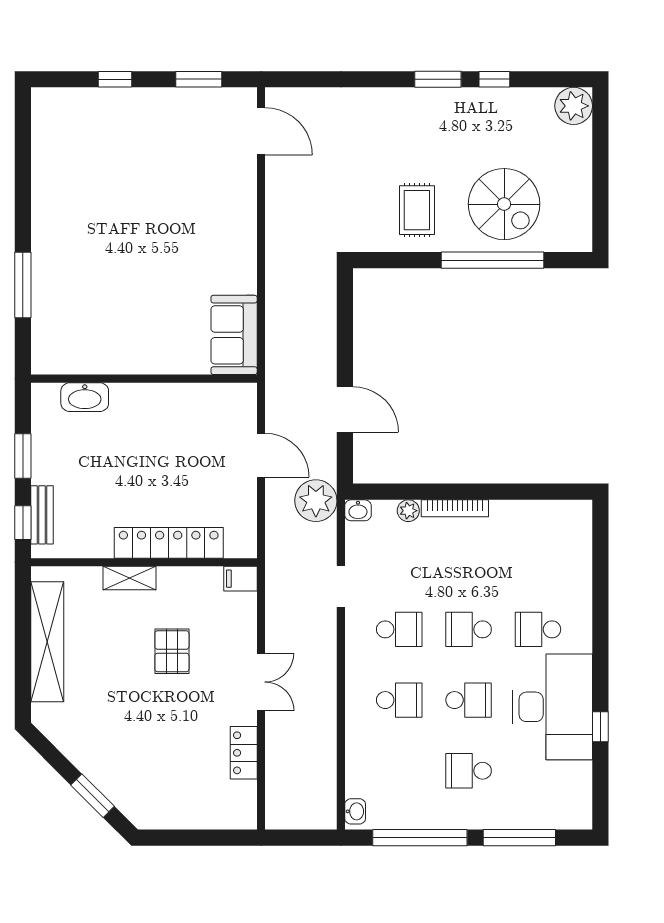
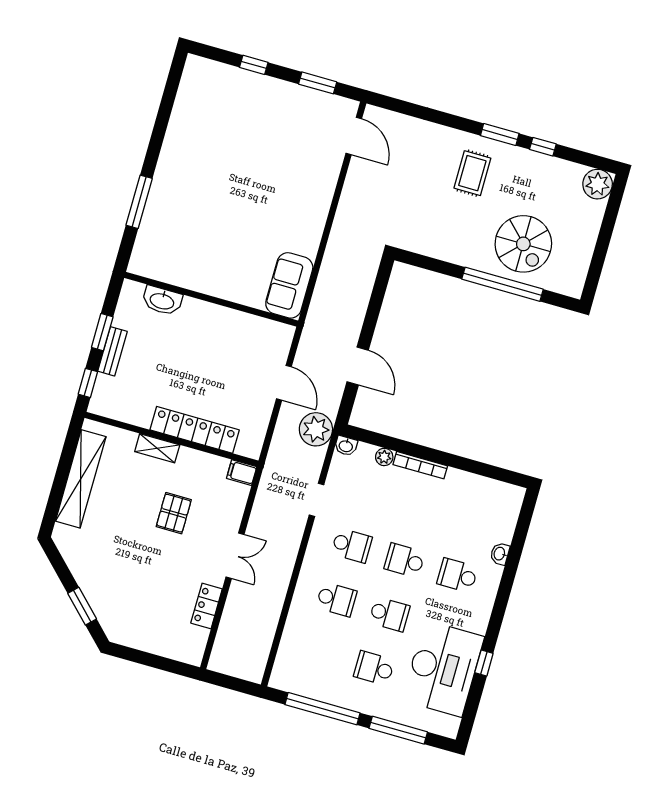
rug: (417, 210) -> (472, 173), moved
bench: (42, 515) -> (113, 351), moved
desk: (553, 707) -> (443, 669), moved
washbasin: (355, 811) -> (500, 554), moved, turned 180

